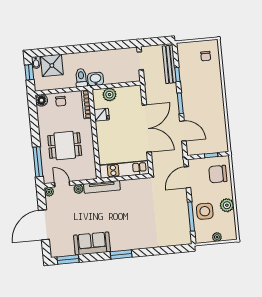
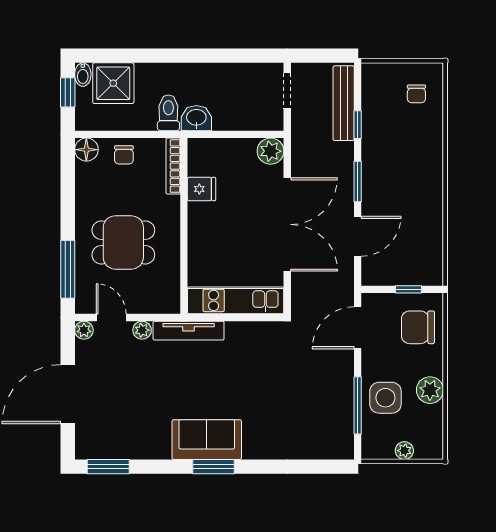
plant: (109, 95) -> (271, 151), moved
door: (183, 131) -> (358, 236), hinge flipped
sofa: (92, 243) -> (207, 440), moved

